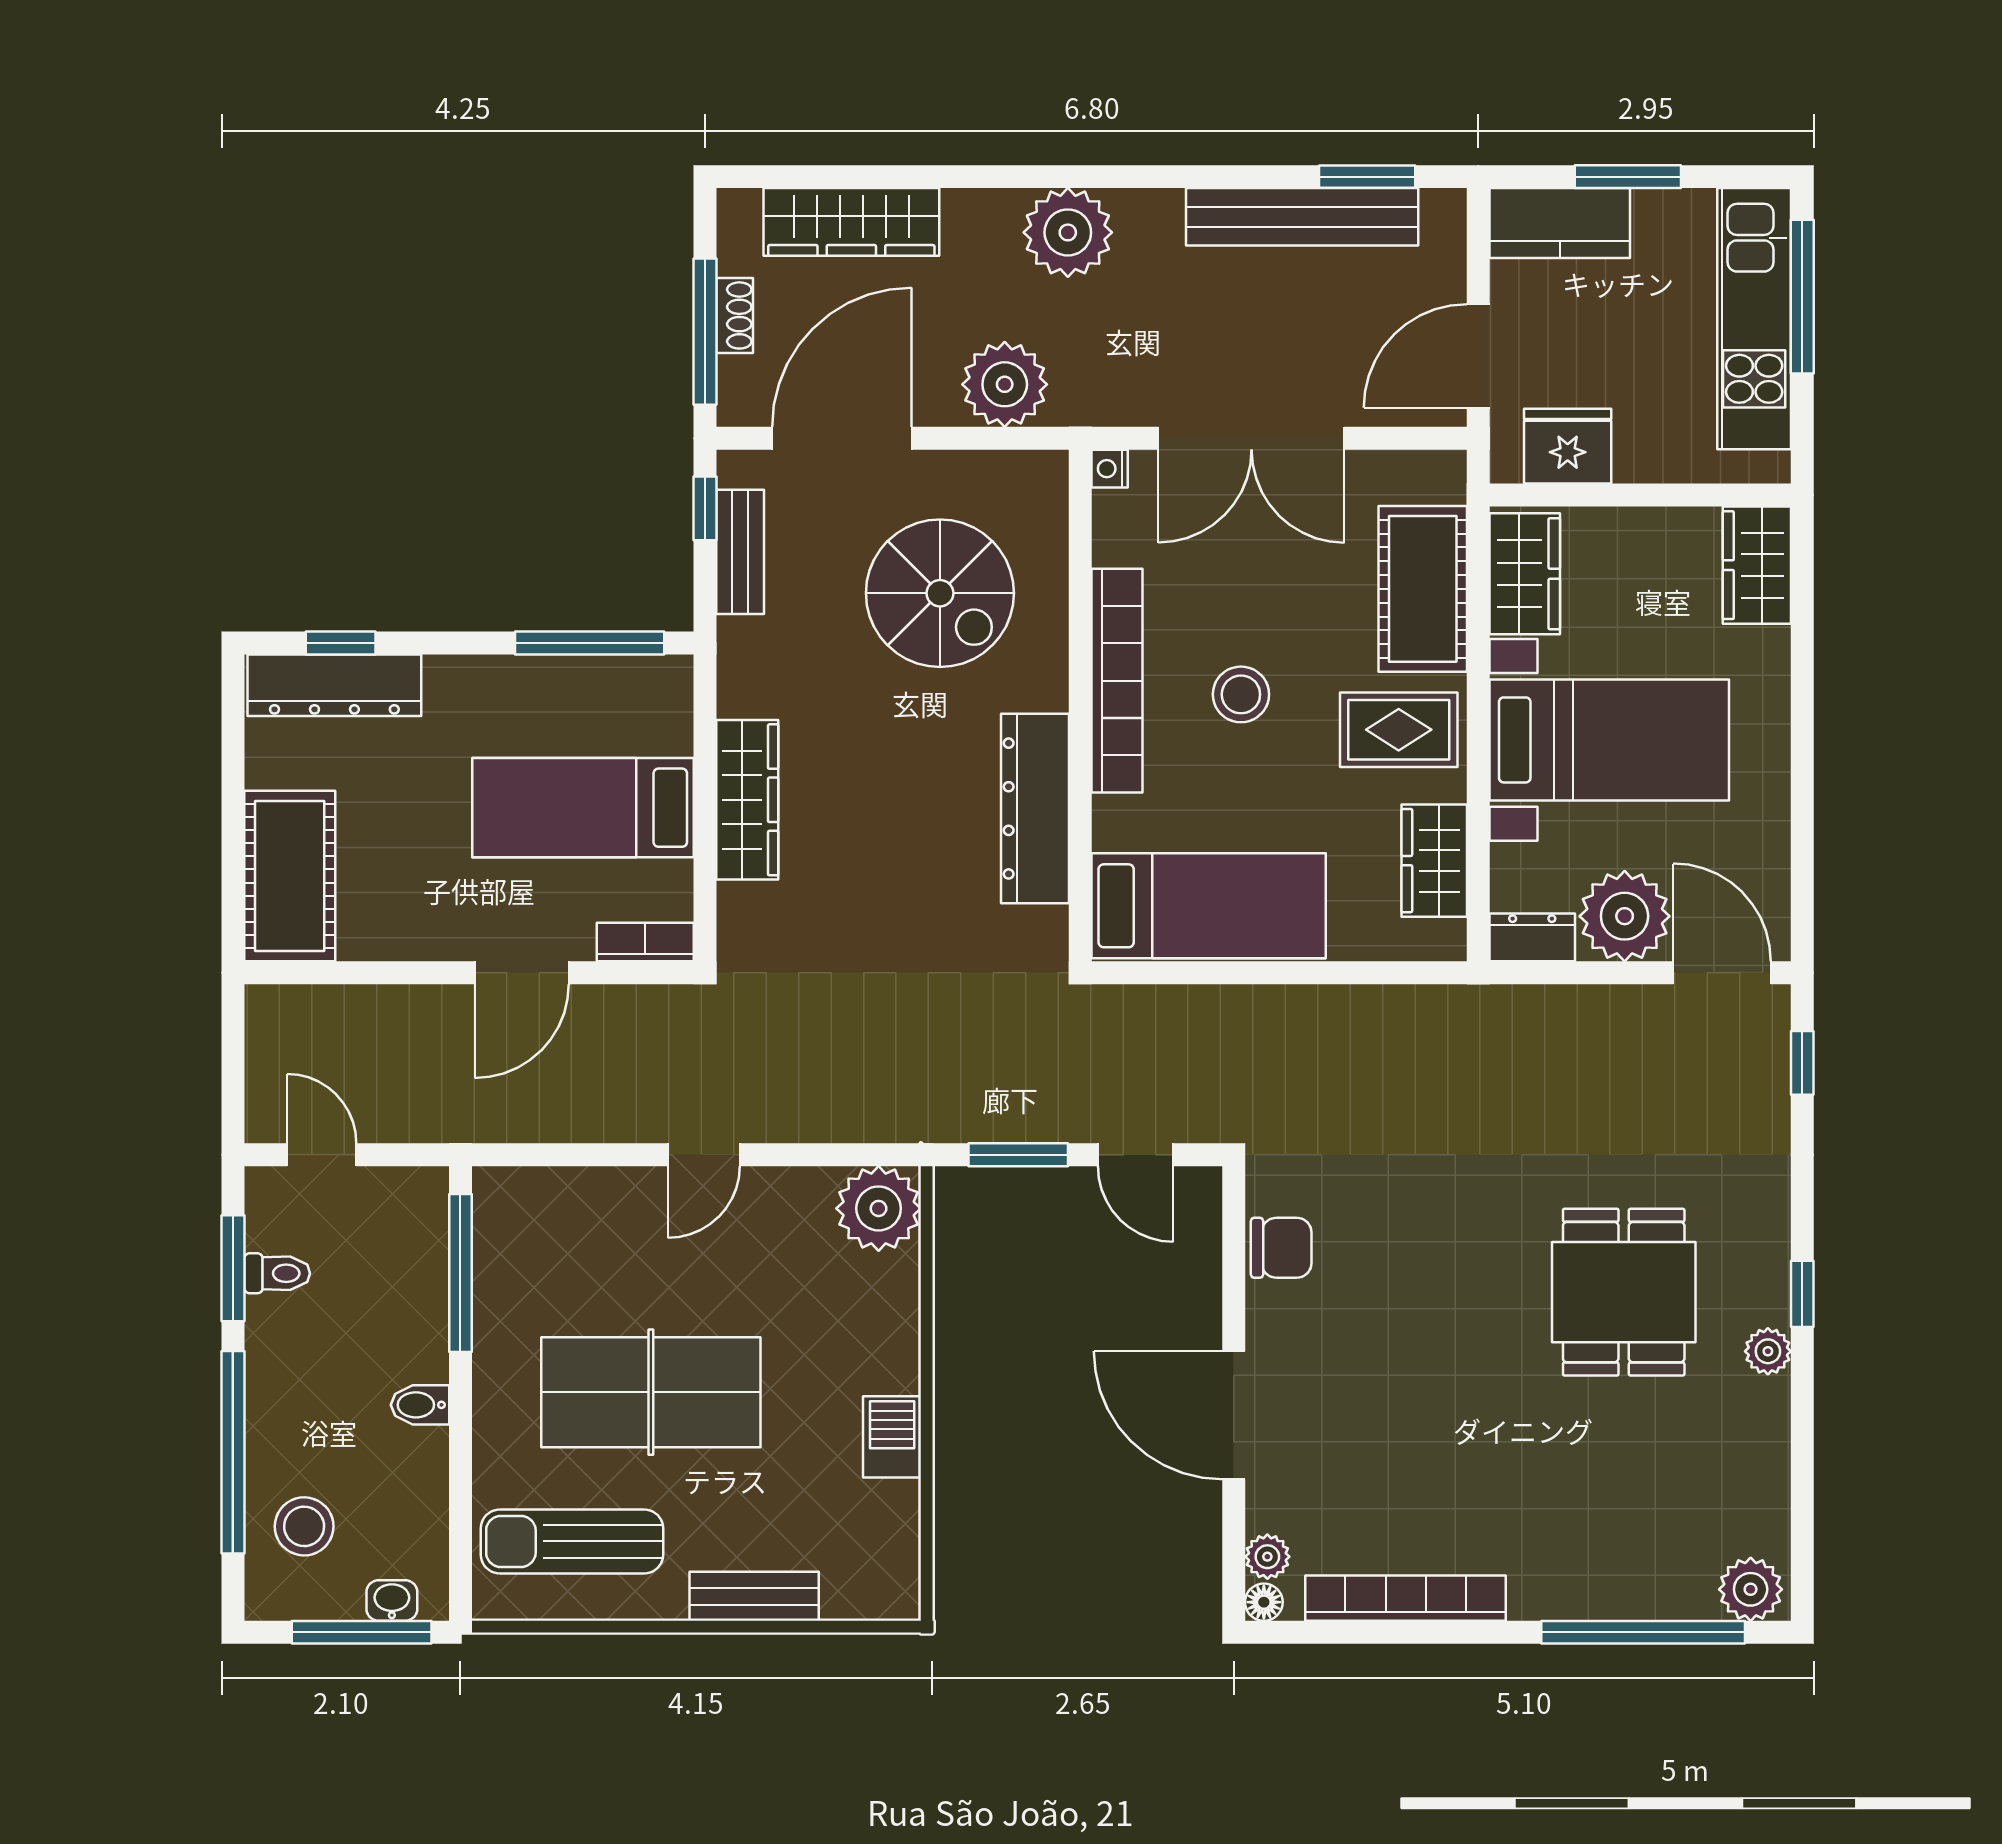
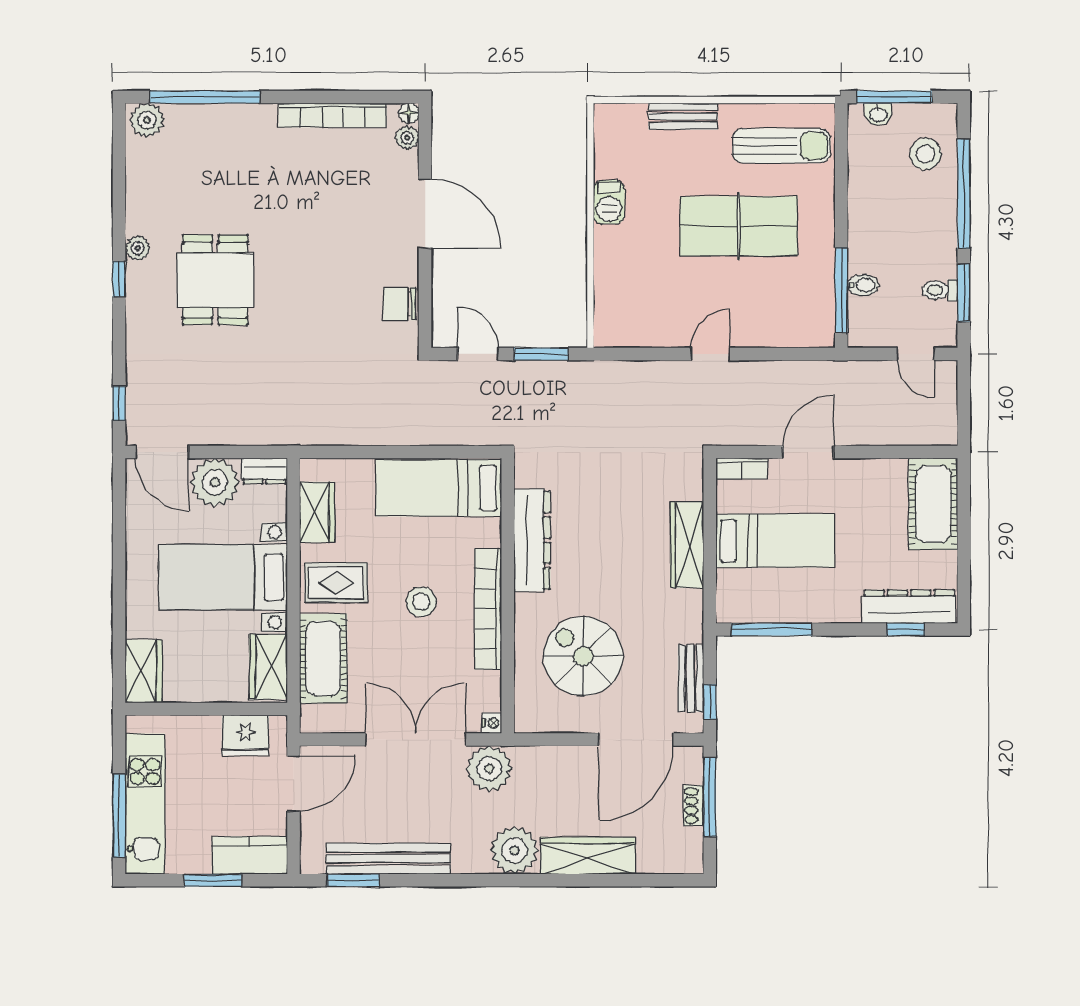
wardrobe: (851, 222) -> (588, 856), moved
plant: (1005, 384) -> (489, 769), moved
plant: (879, 1208) -> (616, 325), removed
bidet: (420, 1405) -> (863, 285), moved

